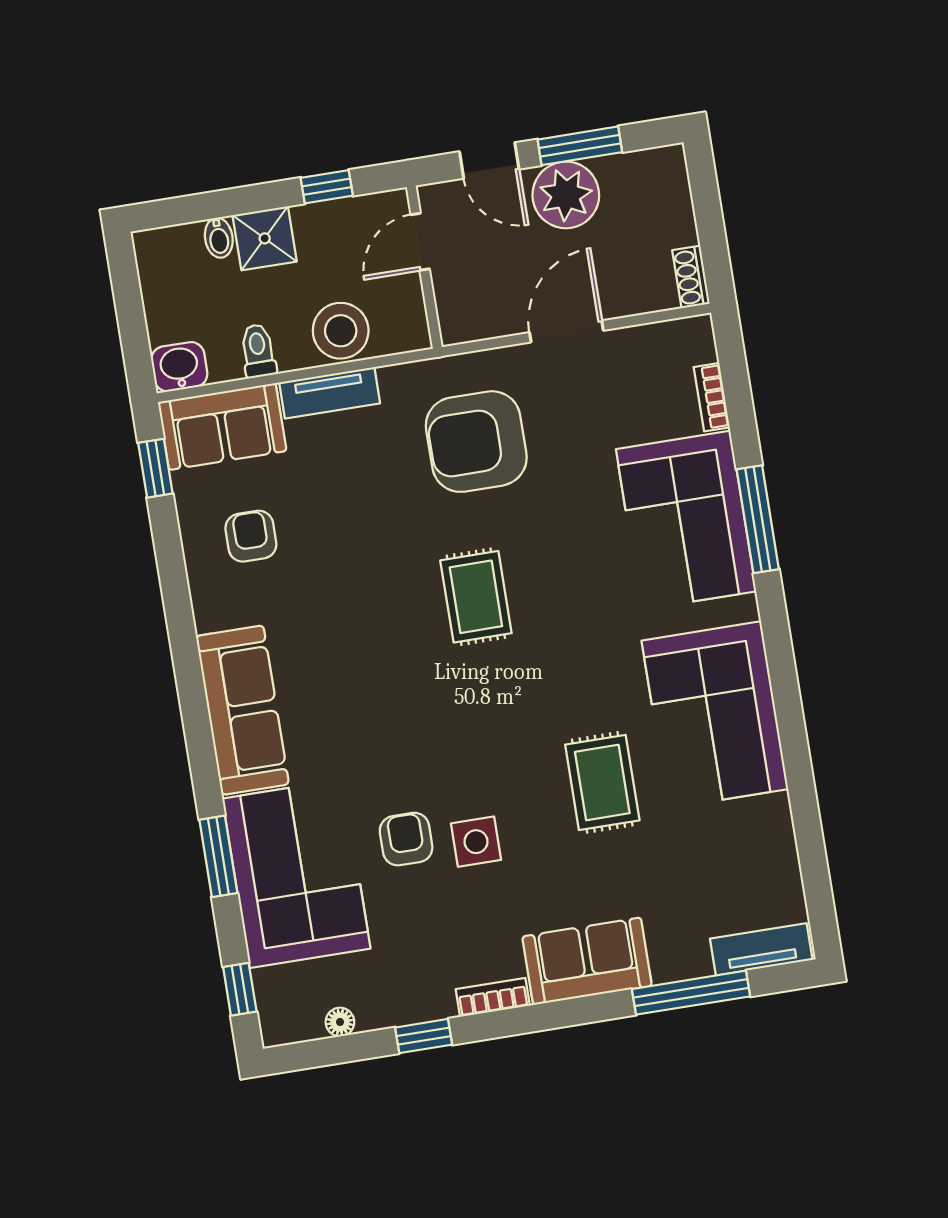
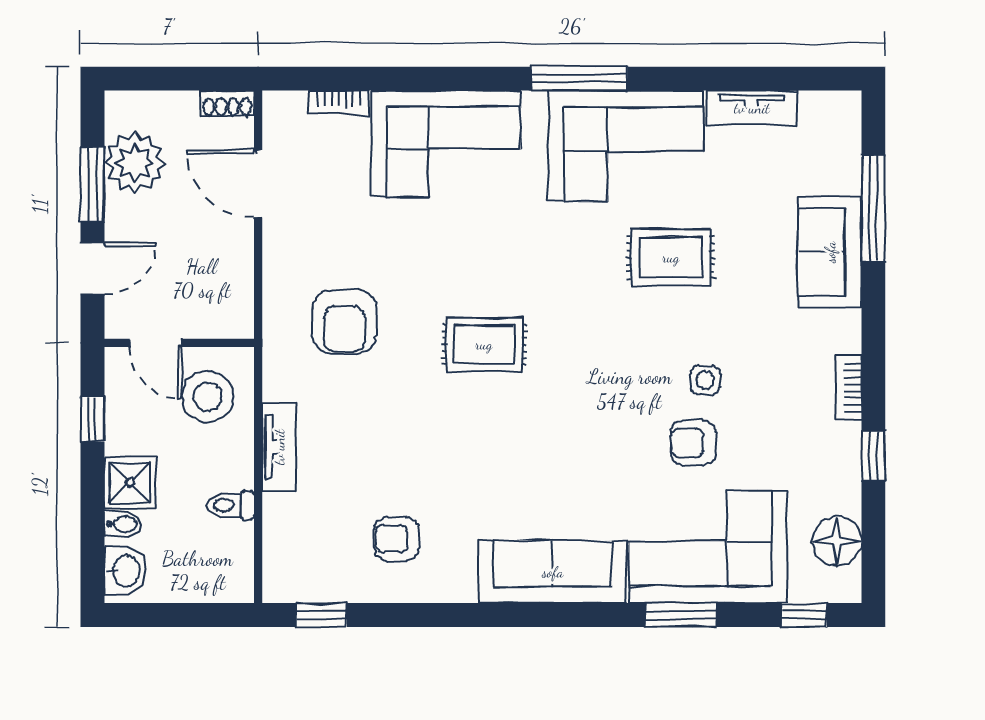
plant: (566, 195) -> (135, 163), moved
stool: (341, 331) -> (207, 397), moved
door: (566, 331) -> (258, 184), moved
washbasin: (179, 367) -> (125, 571), moved, turned 180
sofa: (222, 426) -> (294, 549), removed
armchair: (476, 442) -> (344, 321), width x0.73, depth x0.73
window: (758, 519) -> (579, 79), moved
side table: (476, 842) -> (706, 380), width x0.73, depth x0.73
tv unit: (761, 949) -> (752, 108), moved, turned -90
sofa: (587, 961) -> (830, 252), moved
floor lamp: (340, 1022) -> (837, 541), width x1.89, depth x1.89

